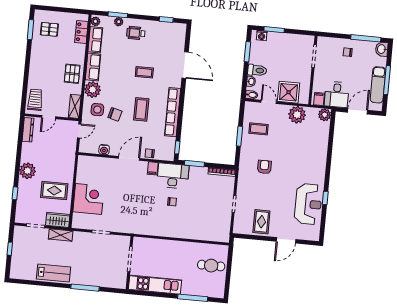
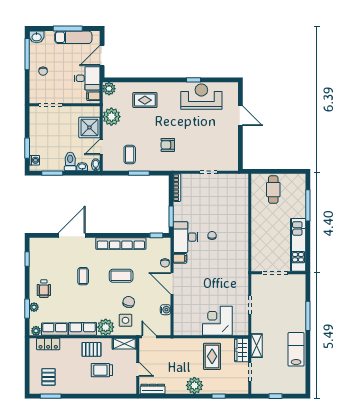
trolley: (35, 100) -> (102, 370), moved
door: (358, 111) -> (102, 55), hinge flipped
rug: (261, 222) -> (145, 100), moved

